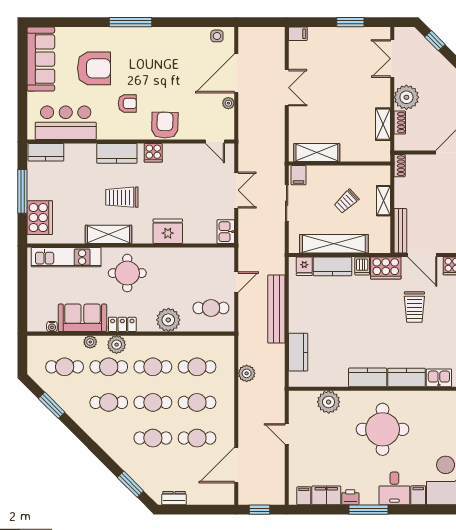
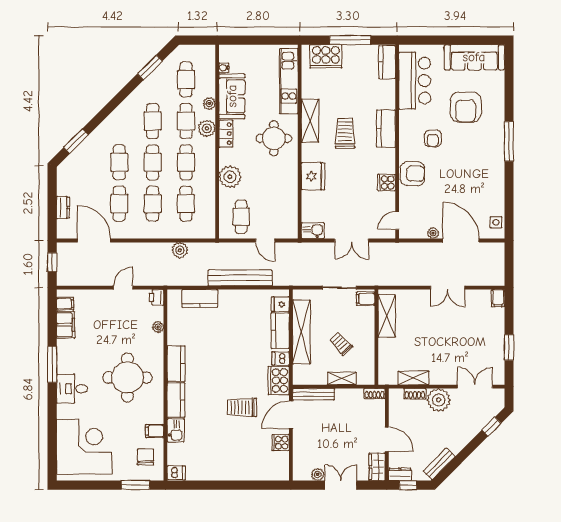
cooker: (153, 153) -> (387, 183), moved
plant: (329, 402) -> (158, 327), width x0.53, depth x0.53
filing cabinet: (418, 495) -> (155, 431), moved, turned 180
printer: (350, 497) -> (156, 297), moved, turned 180
dresser: (174, 498) -> (63, 208), moved

